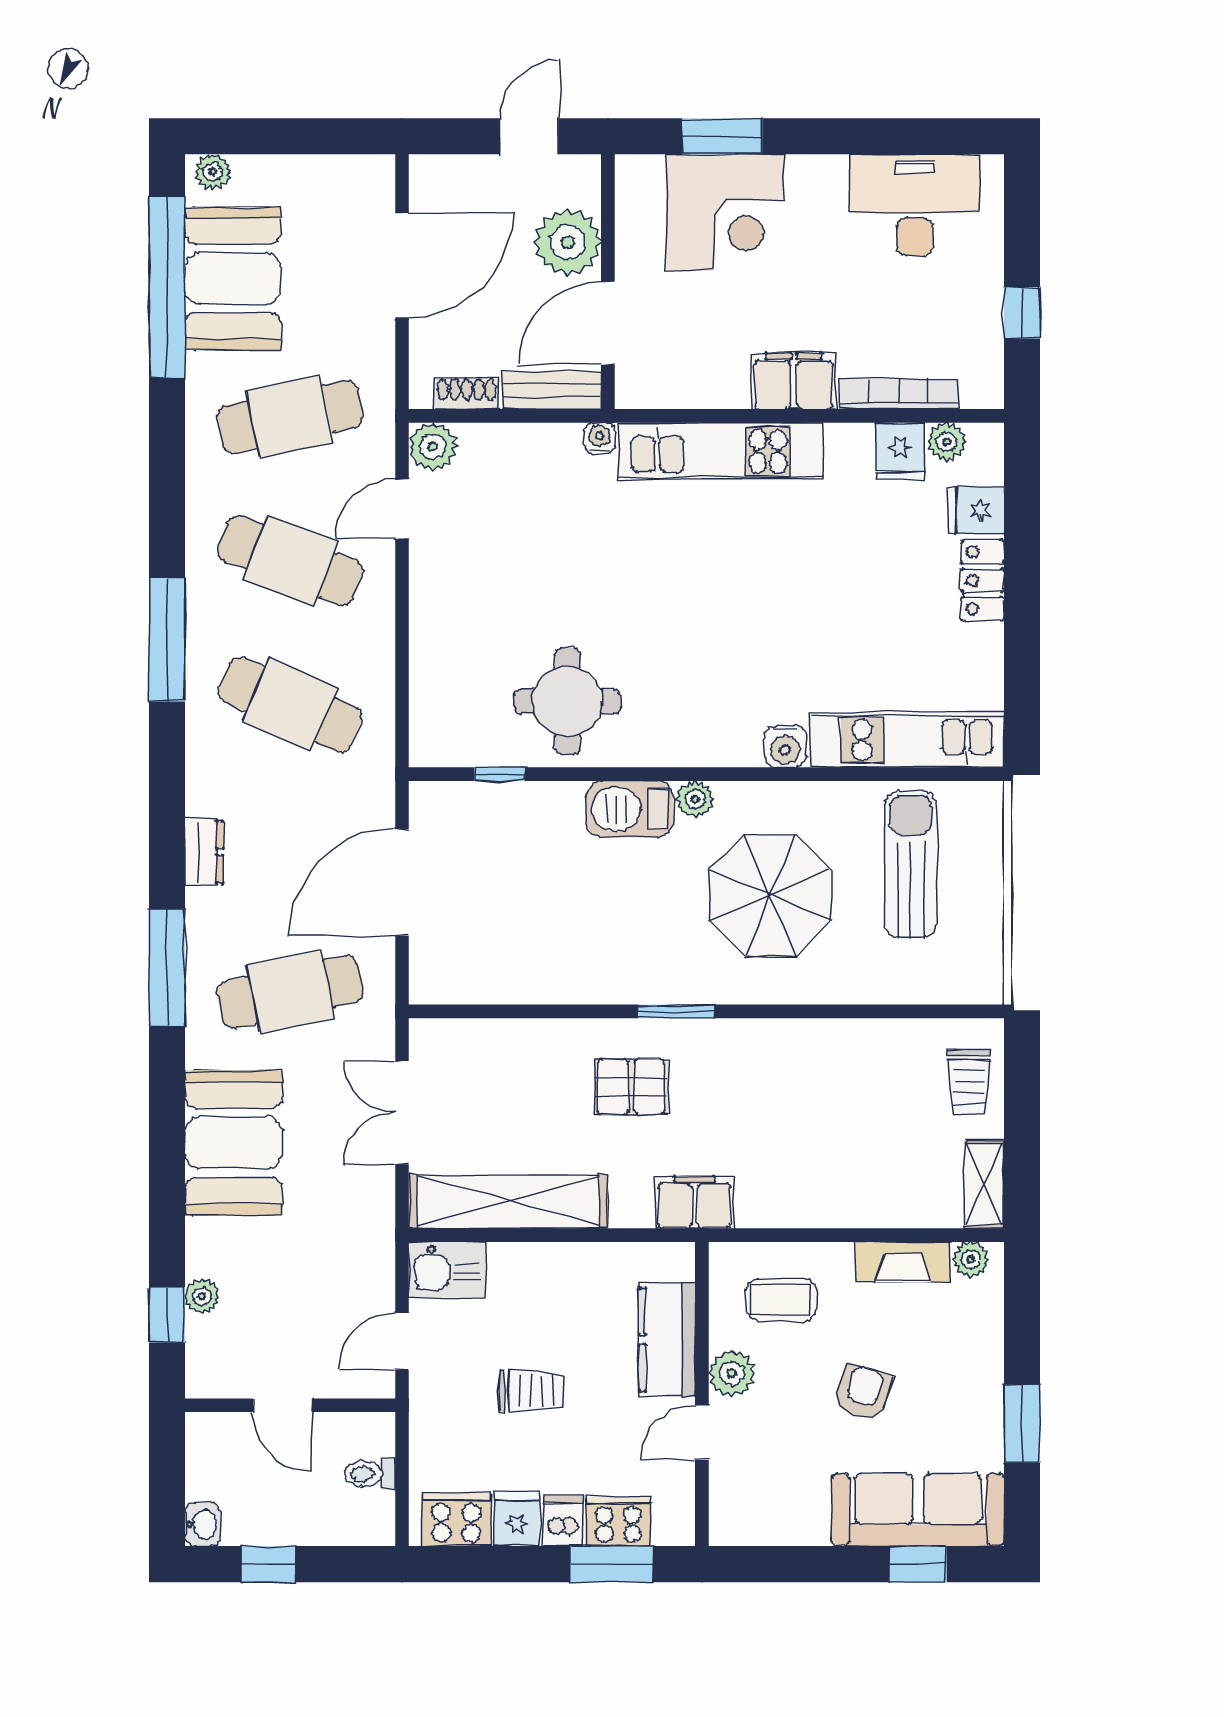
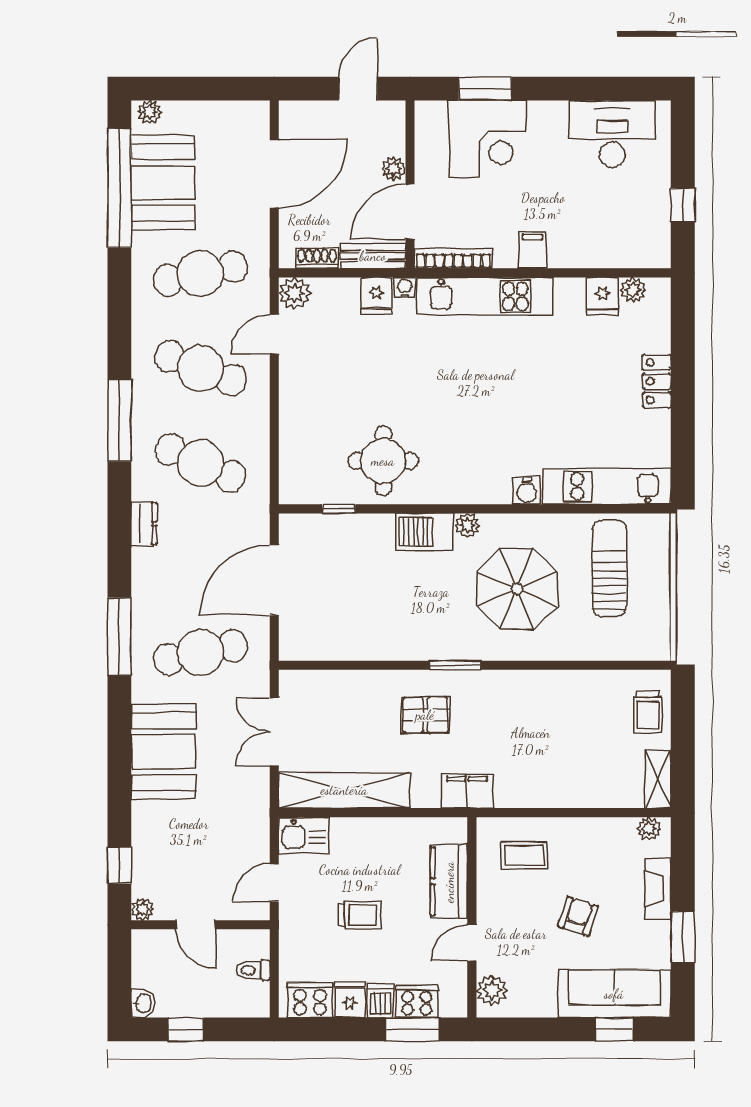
plant: (568, 242) -> (394, 169), width x0.53, depth x0.53
filing cabinet: (794, 381) -> (532, 250), width x0.50
bookcase: (899, 394) -> (453, 258), moved
fridge: (976, 511) -> (377, 296), moved, turned -90
dresser: (204, 852) -> (144, 523), moved
fireplace: (903, 1262) -> (658, 889), moved, turned 90
plant: (202, 1296) -> (142, 909), moved
plant: (732, 1374) -> (492, 990), moved

